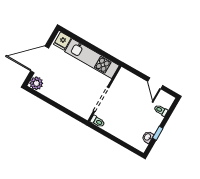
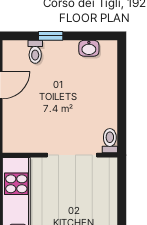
window: (158, 133) -> (51, 36), moved

